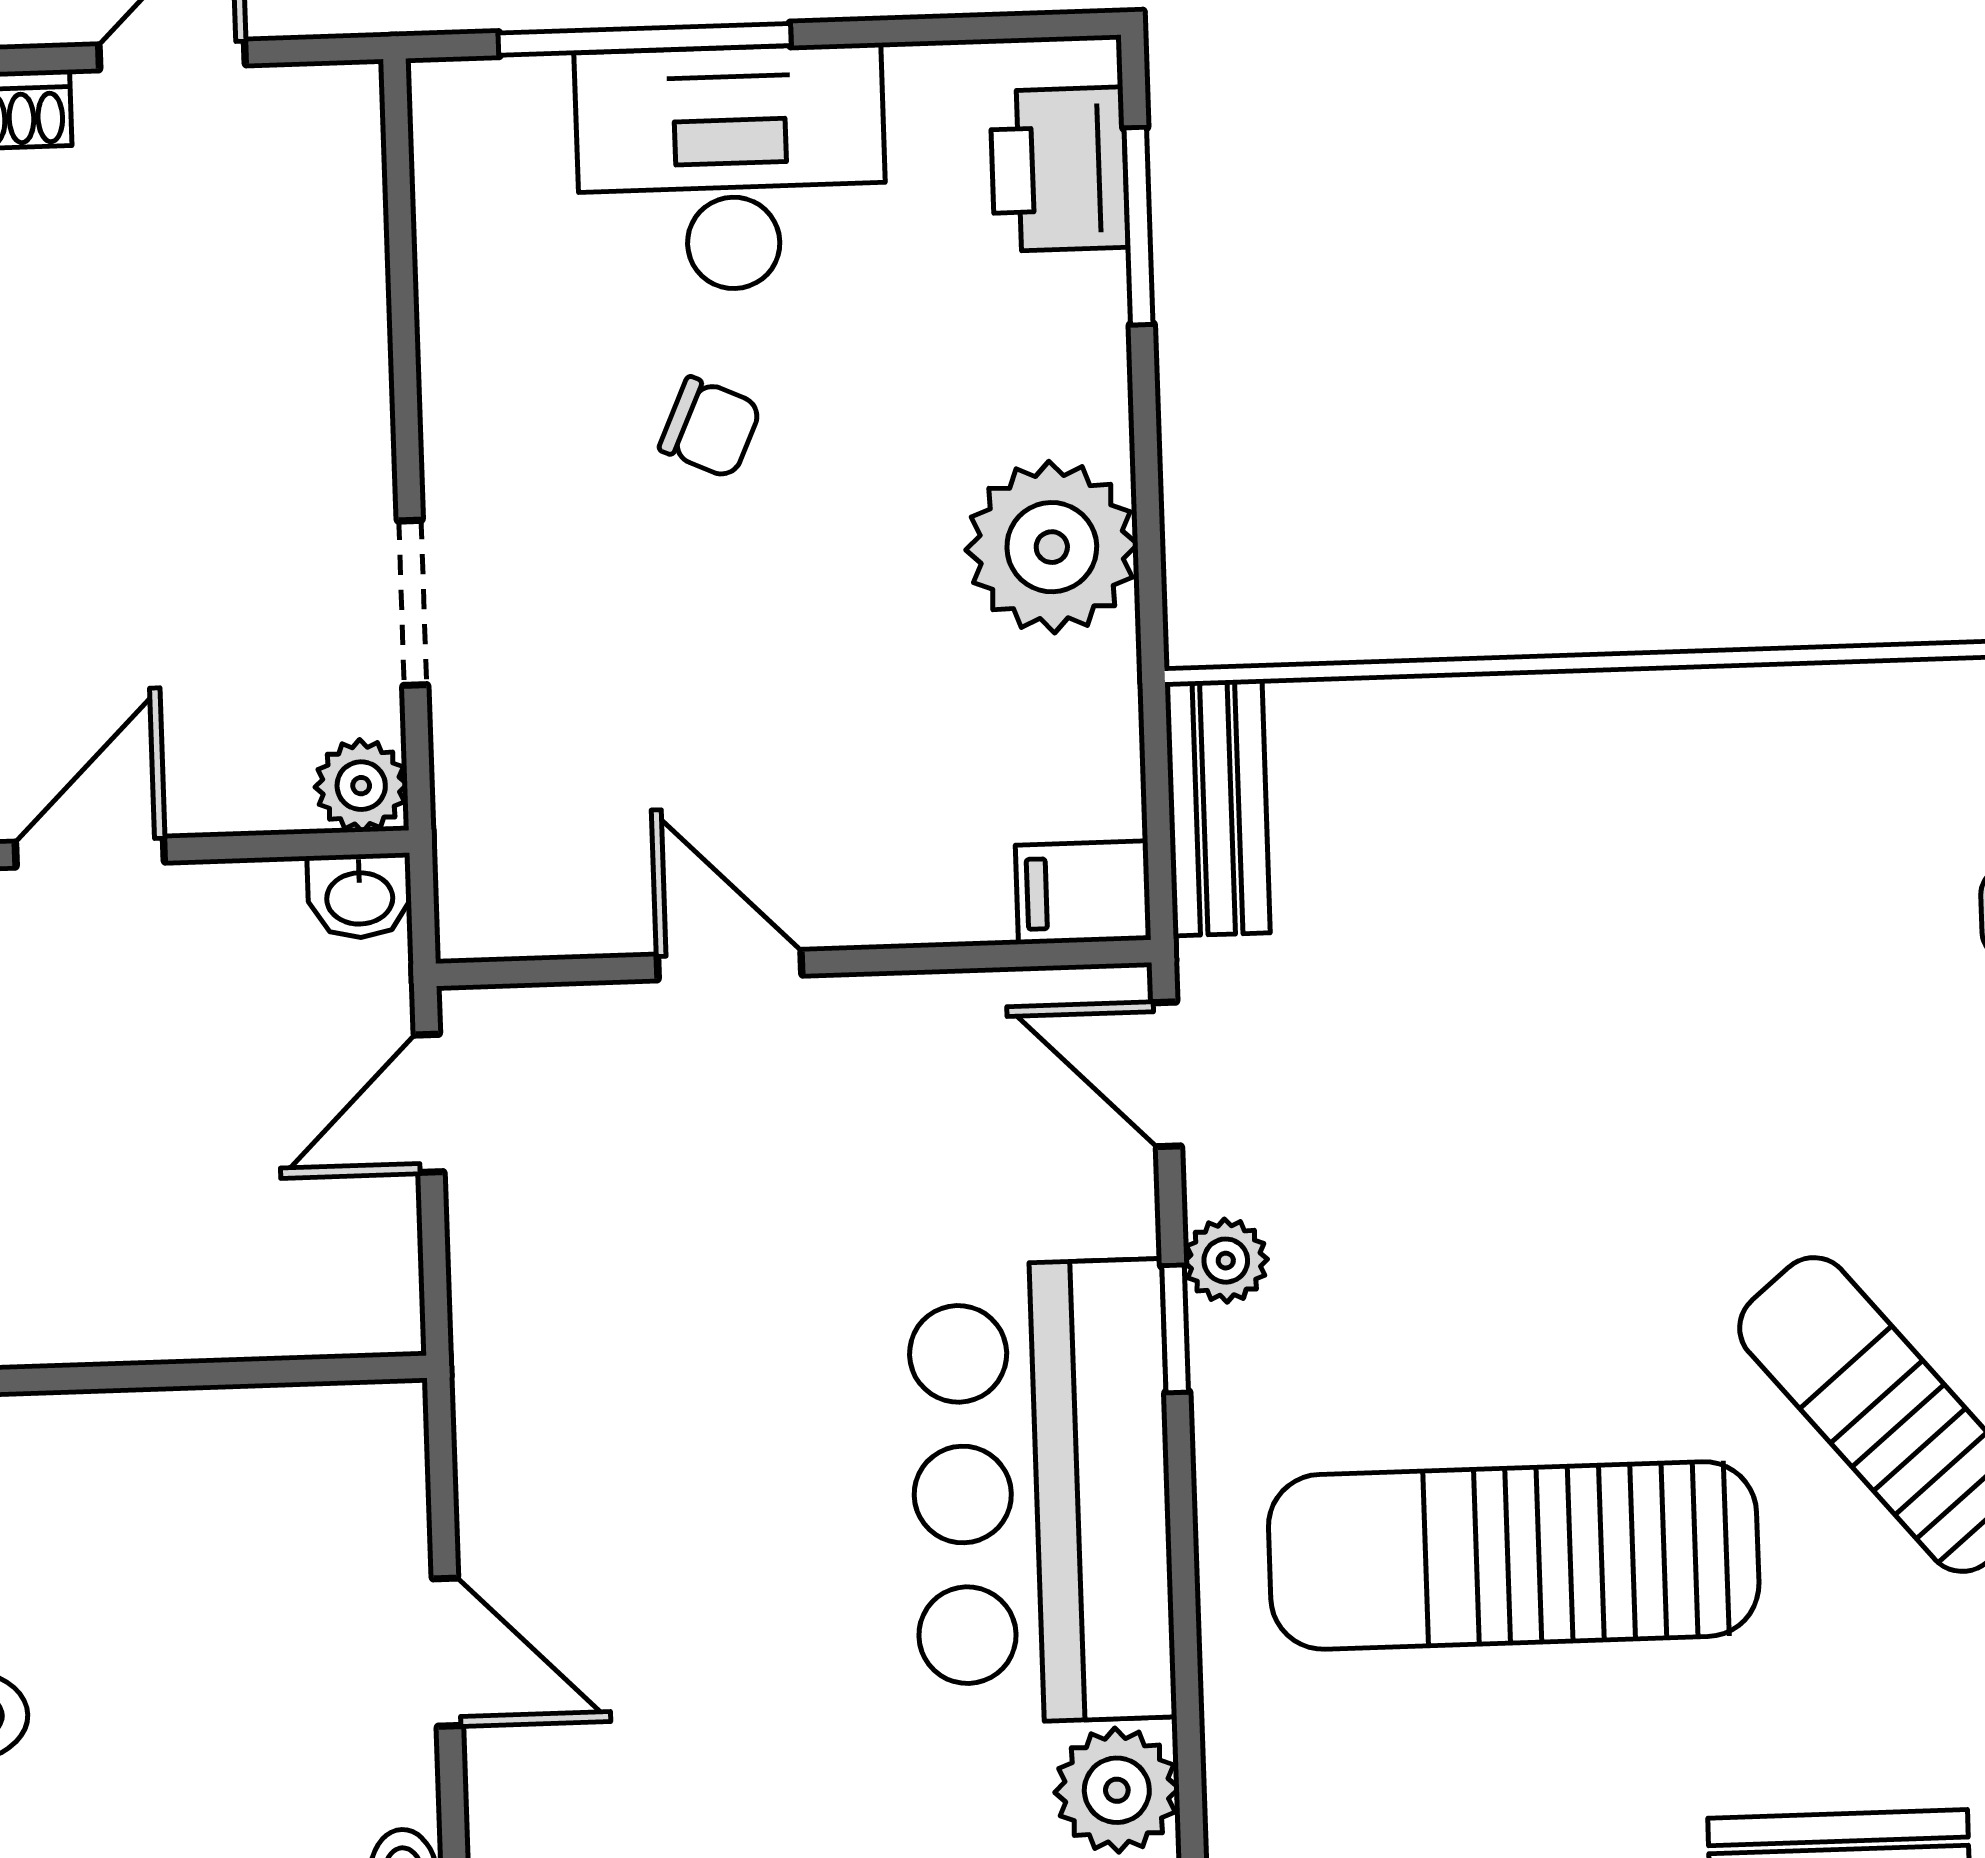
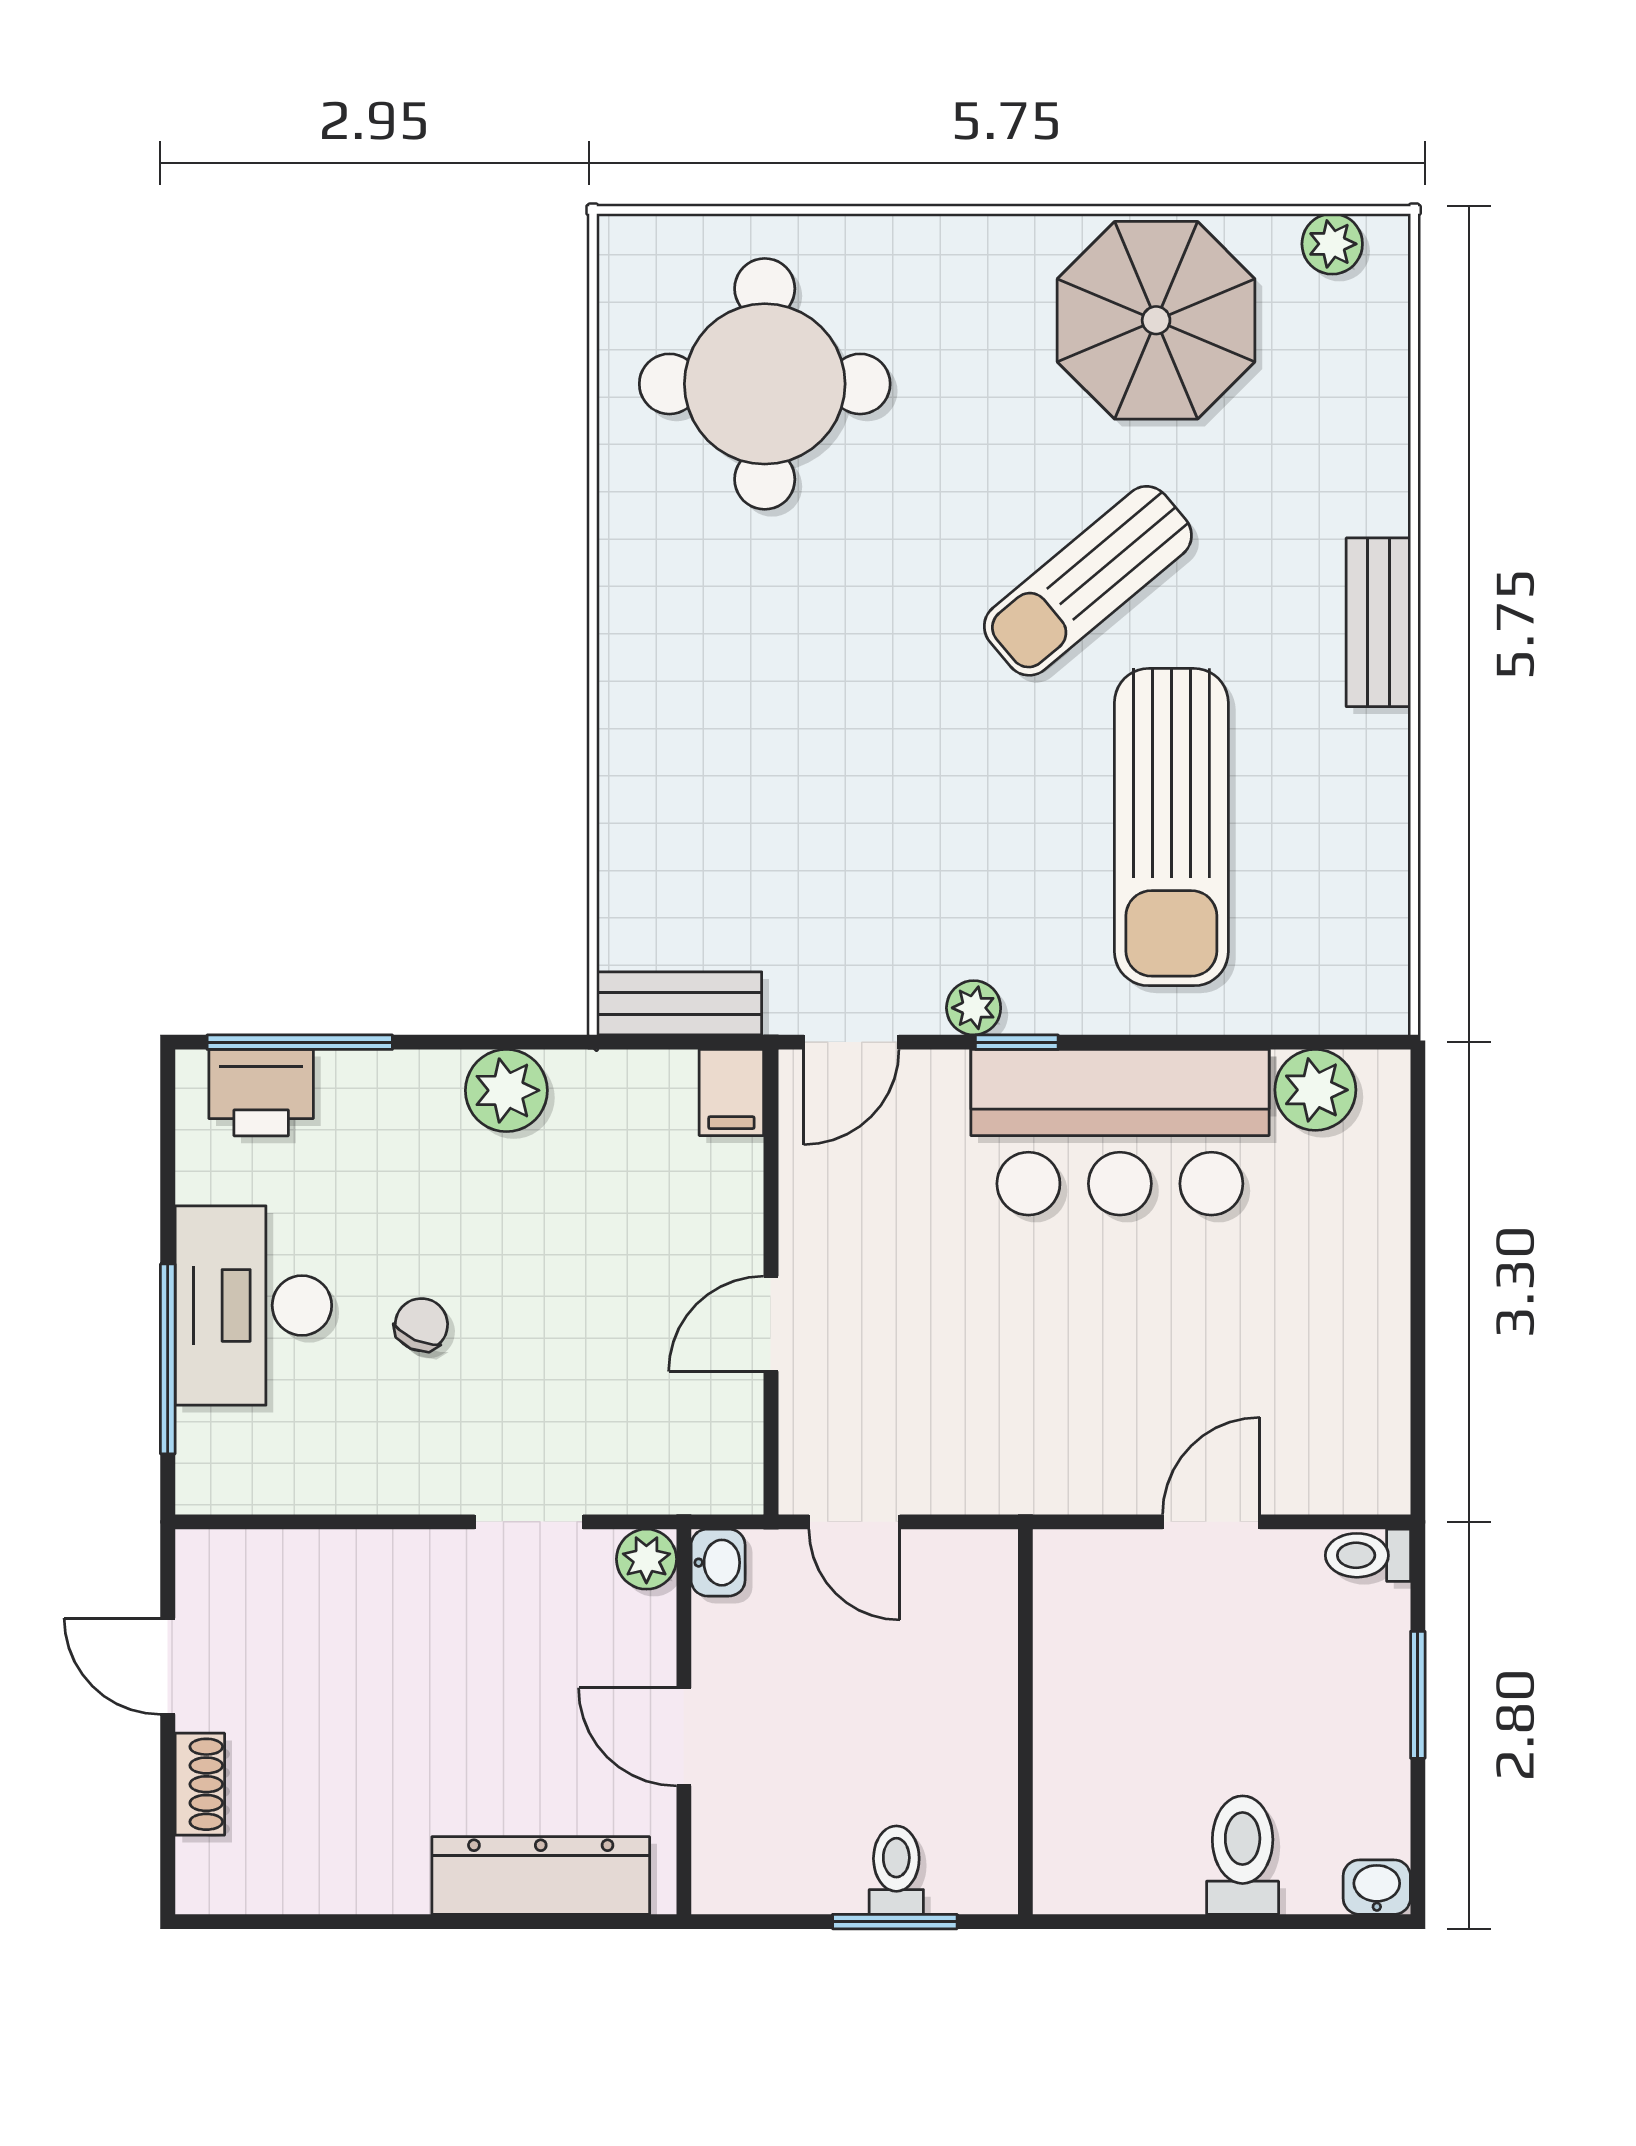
window: (1138, 226) -> (300, 1042), width x1.44
plant: (1052, 547) -> (506, 1090), width x0.73, depth x0.73

